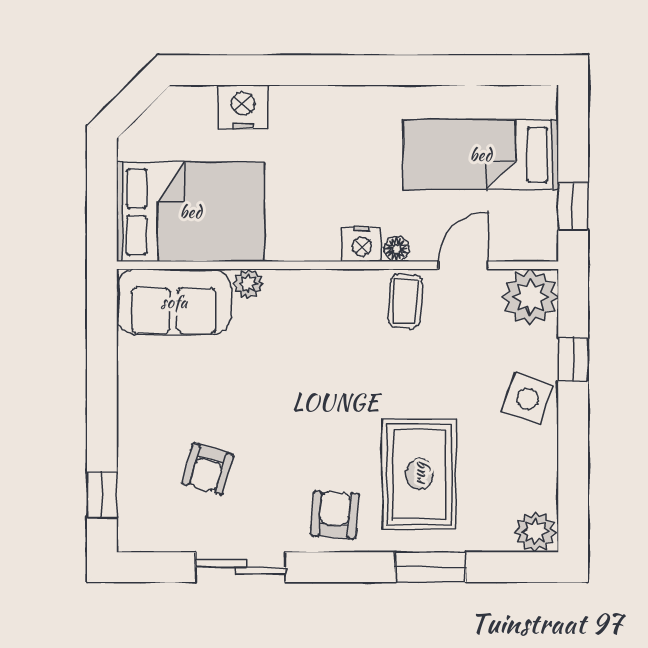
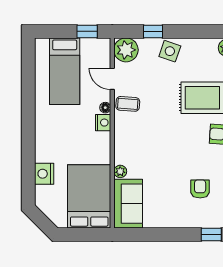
armchair: (208, 469) -> (200, 189), turned -106

